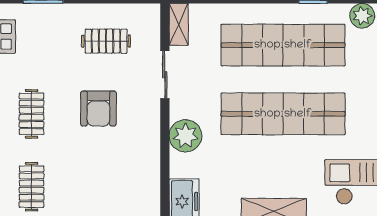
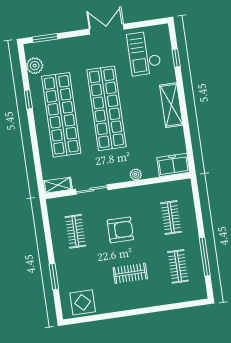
plant: (186, 136) -> (136, 174), width x0.53, depth x0.53
clothes rail: (32, 187) -> (178, 266), turned 90
clothes rail: (106, 187) -> (171, 218), added

